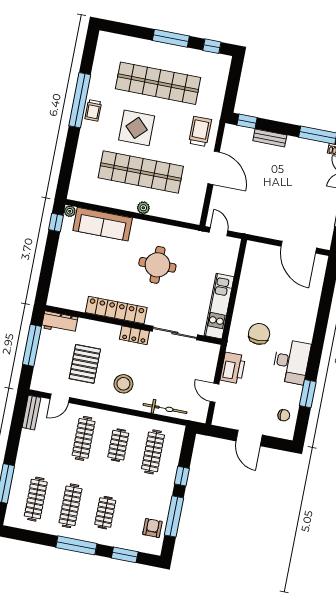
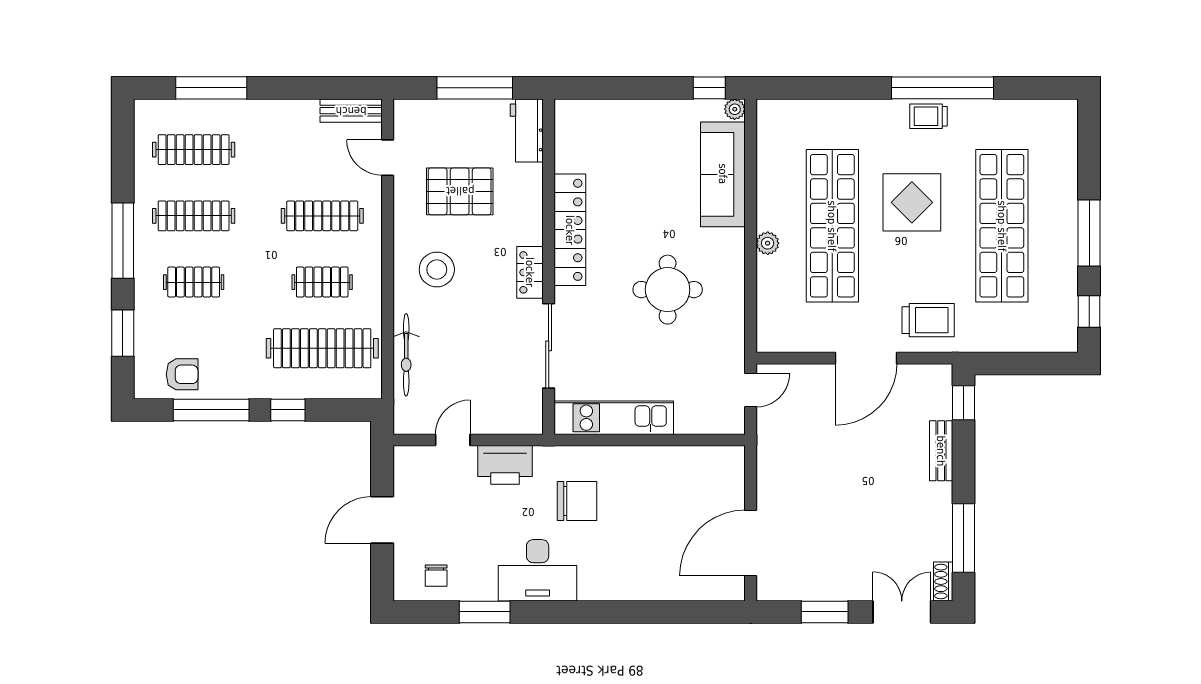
clothes rail: (153, 452) -> (322, 348), width x1.37, depth x1.31

